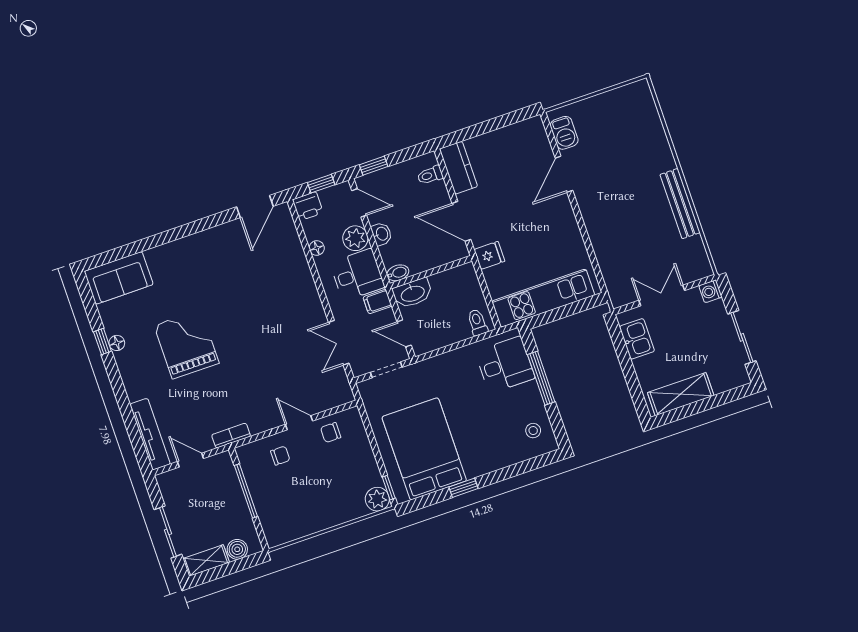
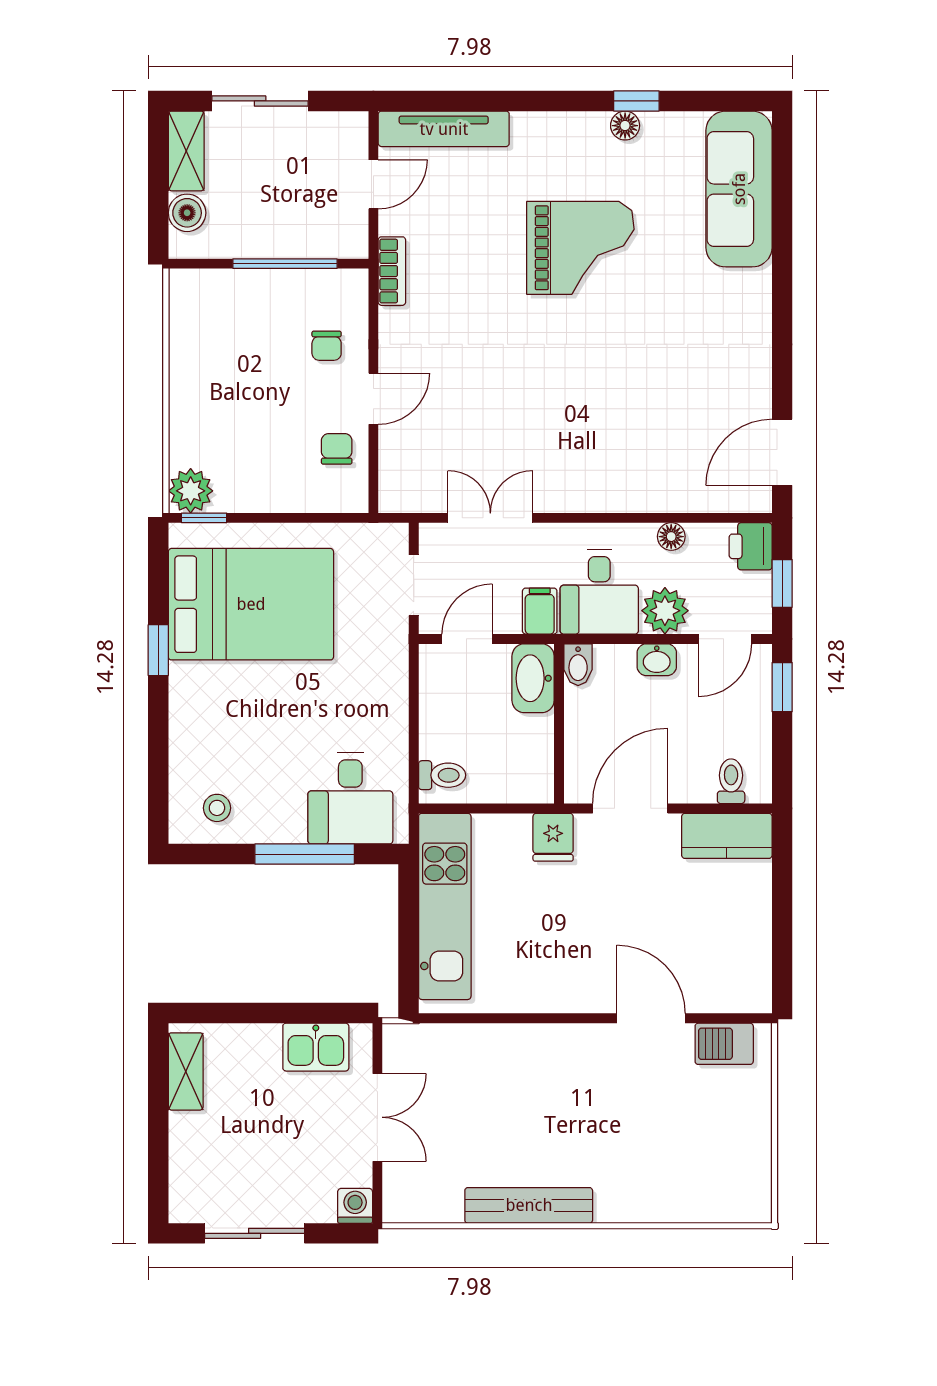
door: (255, 207) -> (782, 452), hinge flipped
sofa: (119, 278) -> (739, 189), width x1.36
shelving: (681, 394) -> (186, 1071), width x0.67, depth x0.75

